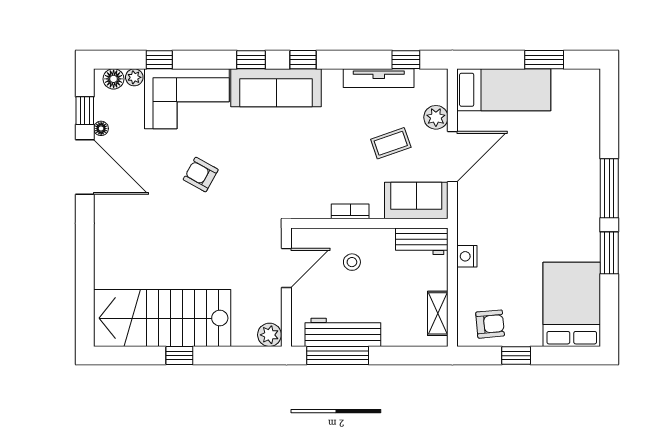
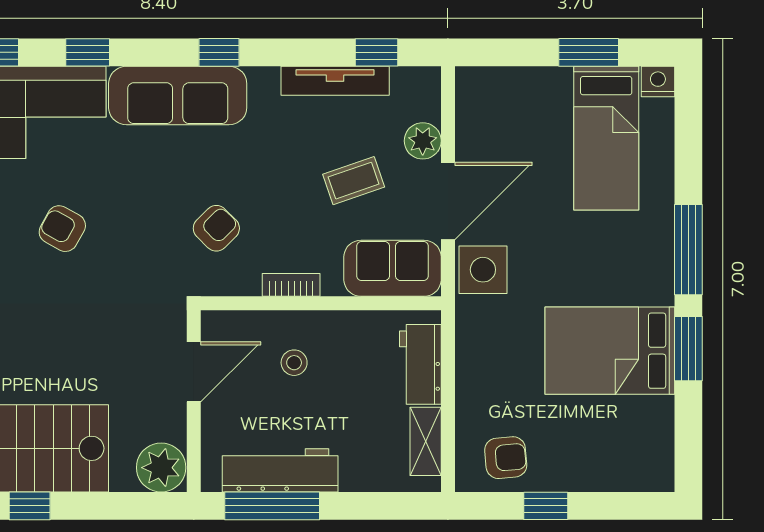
window: (251, 60) -> (88, 52), moved
bed: (504, 90) -> (606, 138), moved, turned 90
armchair: (301, 174) -> (216, 228), added
side table: (475, 201) -> (483, 270), added
workbench: (422, 241) -> (420, 364), moved, turned 90
nightstand: (467, 256) -> (658, 82), moved, turned 90
bed: (572, 304) -> (610, 351), moved, turned -90
plant: (269, 335) -> (161, 468), width x1.36, depth x1.36

